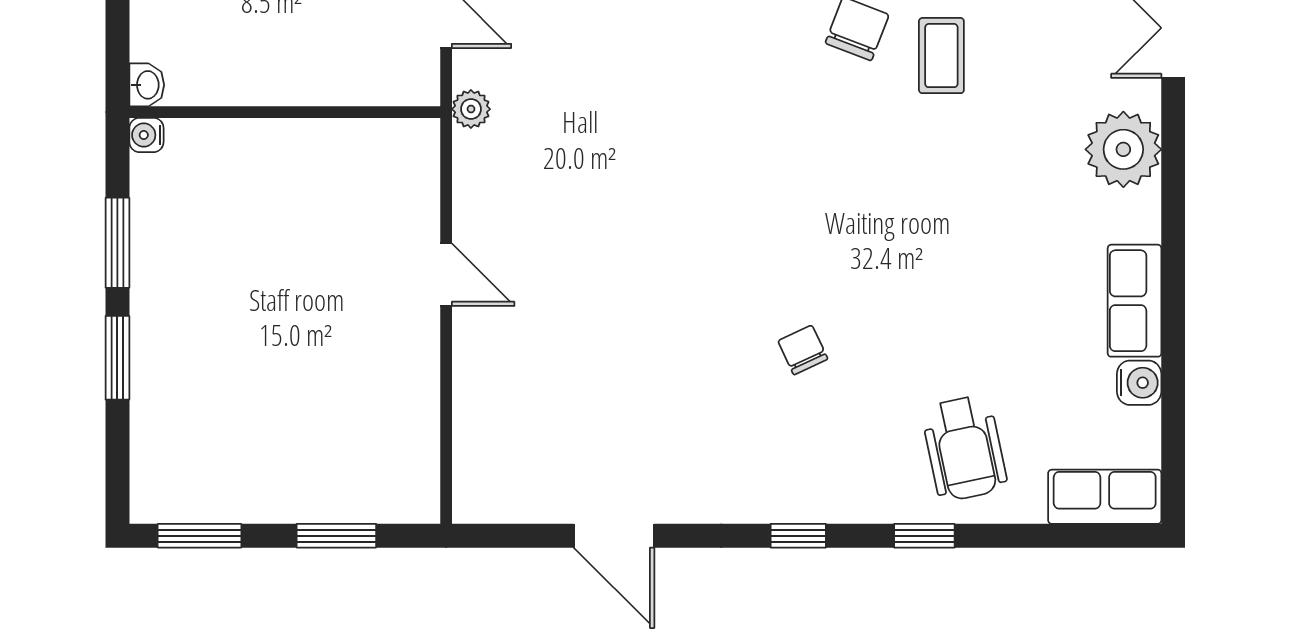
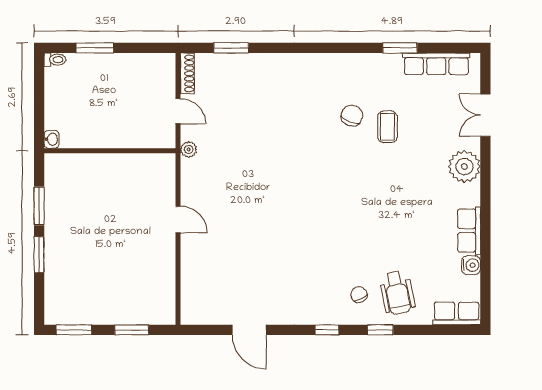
water cooler: (146, 135) -> (51, 160), removed
chair: (803, 350) -> (359, 294), moved

